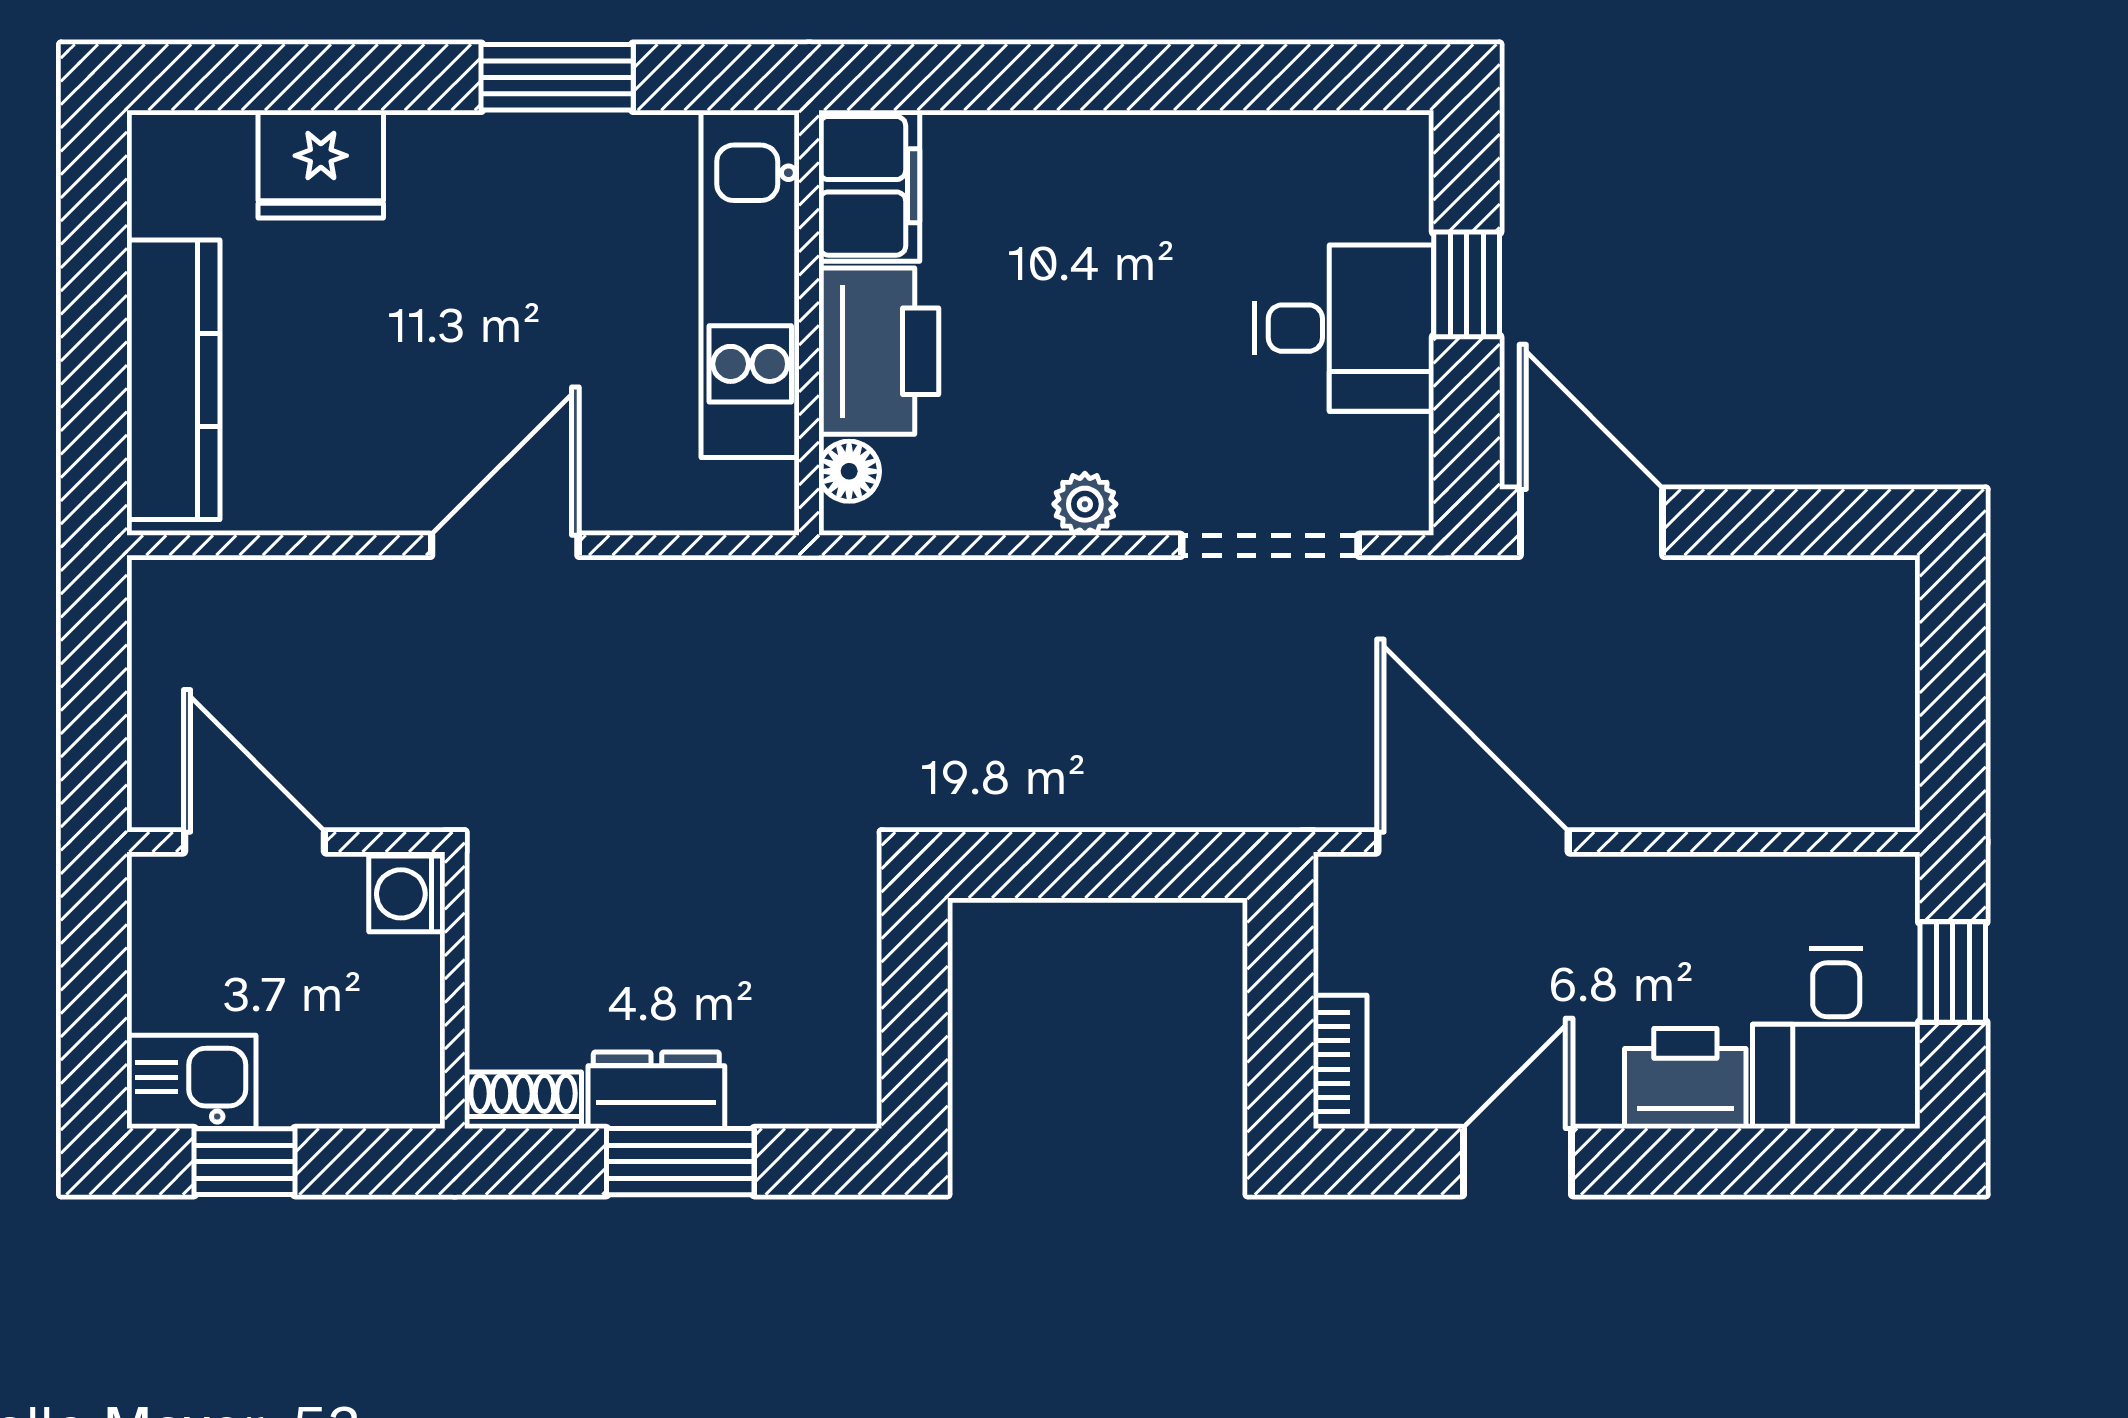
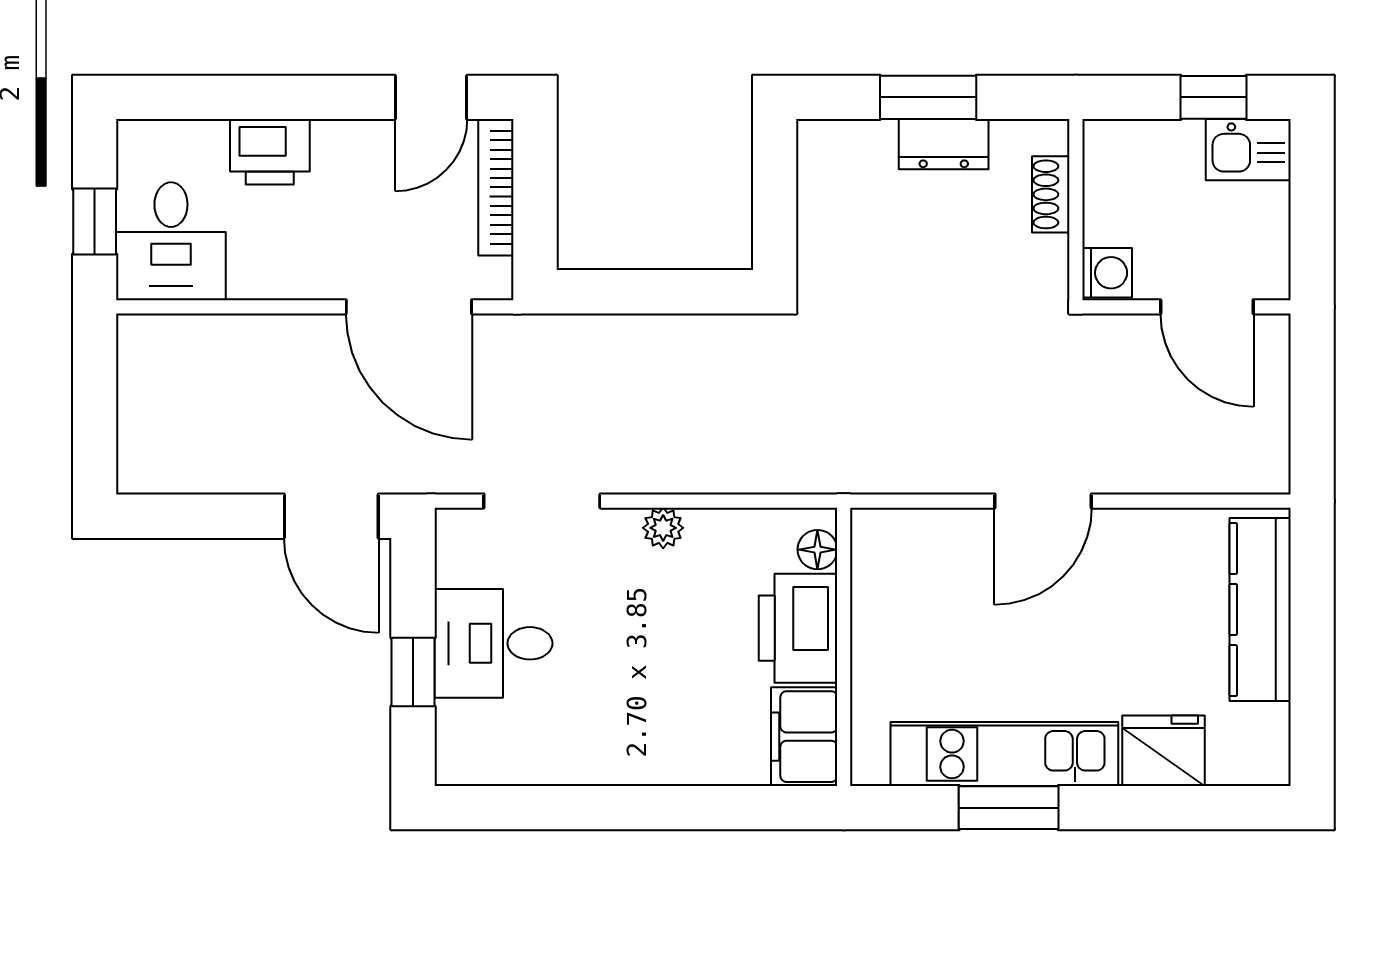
kitchen unit: (750, 284) -> (1004, 754), moved, turned -90
desk: (1836, 1038) -> (171, 241), moved, turned 180
bookcase: (1340, 1062) -> (496, 187), width x1.56
shoe rack: (523, 1100) -> (1051, 194), moved, turned 90
door: (1517, 1162) -> (431, 97), moved

